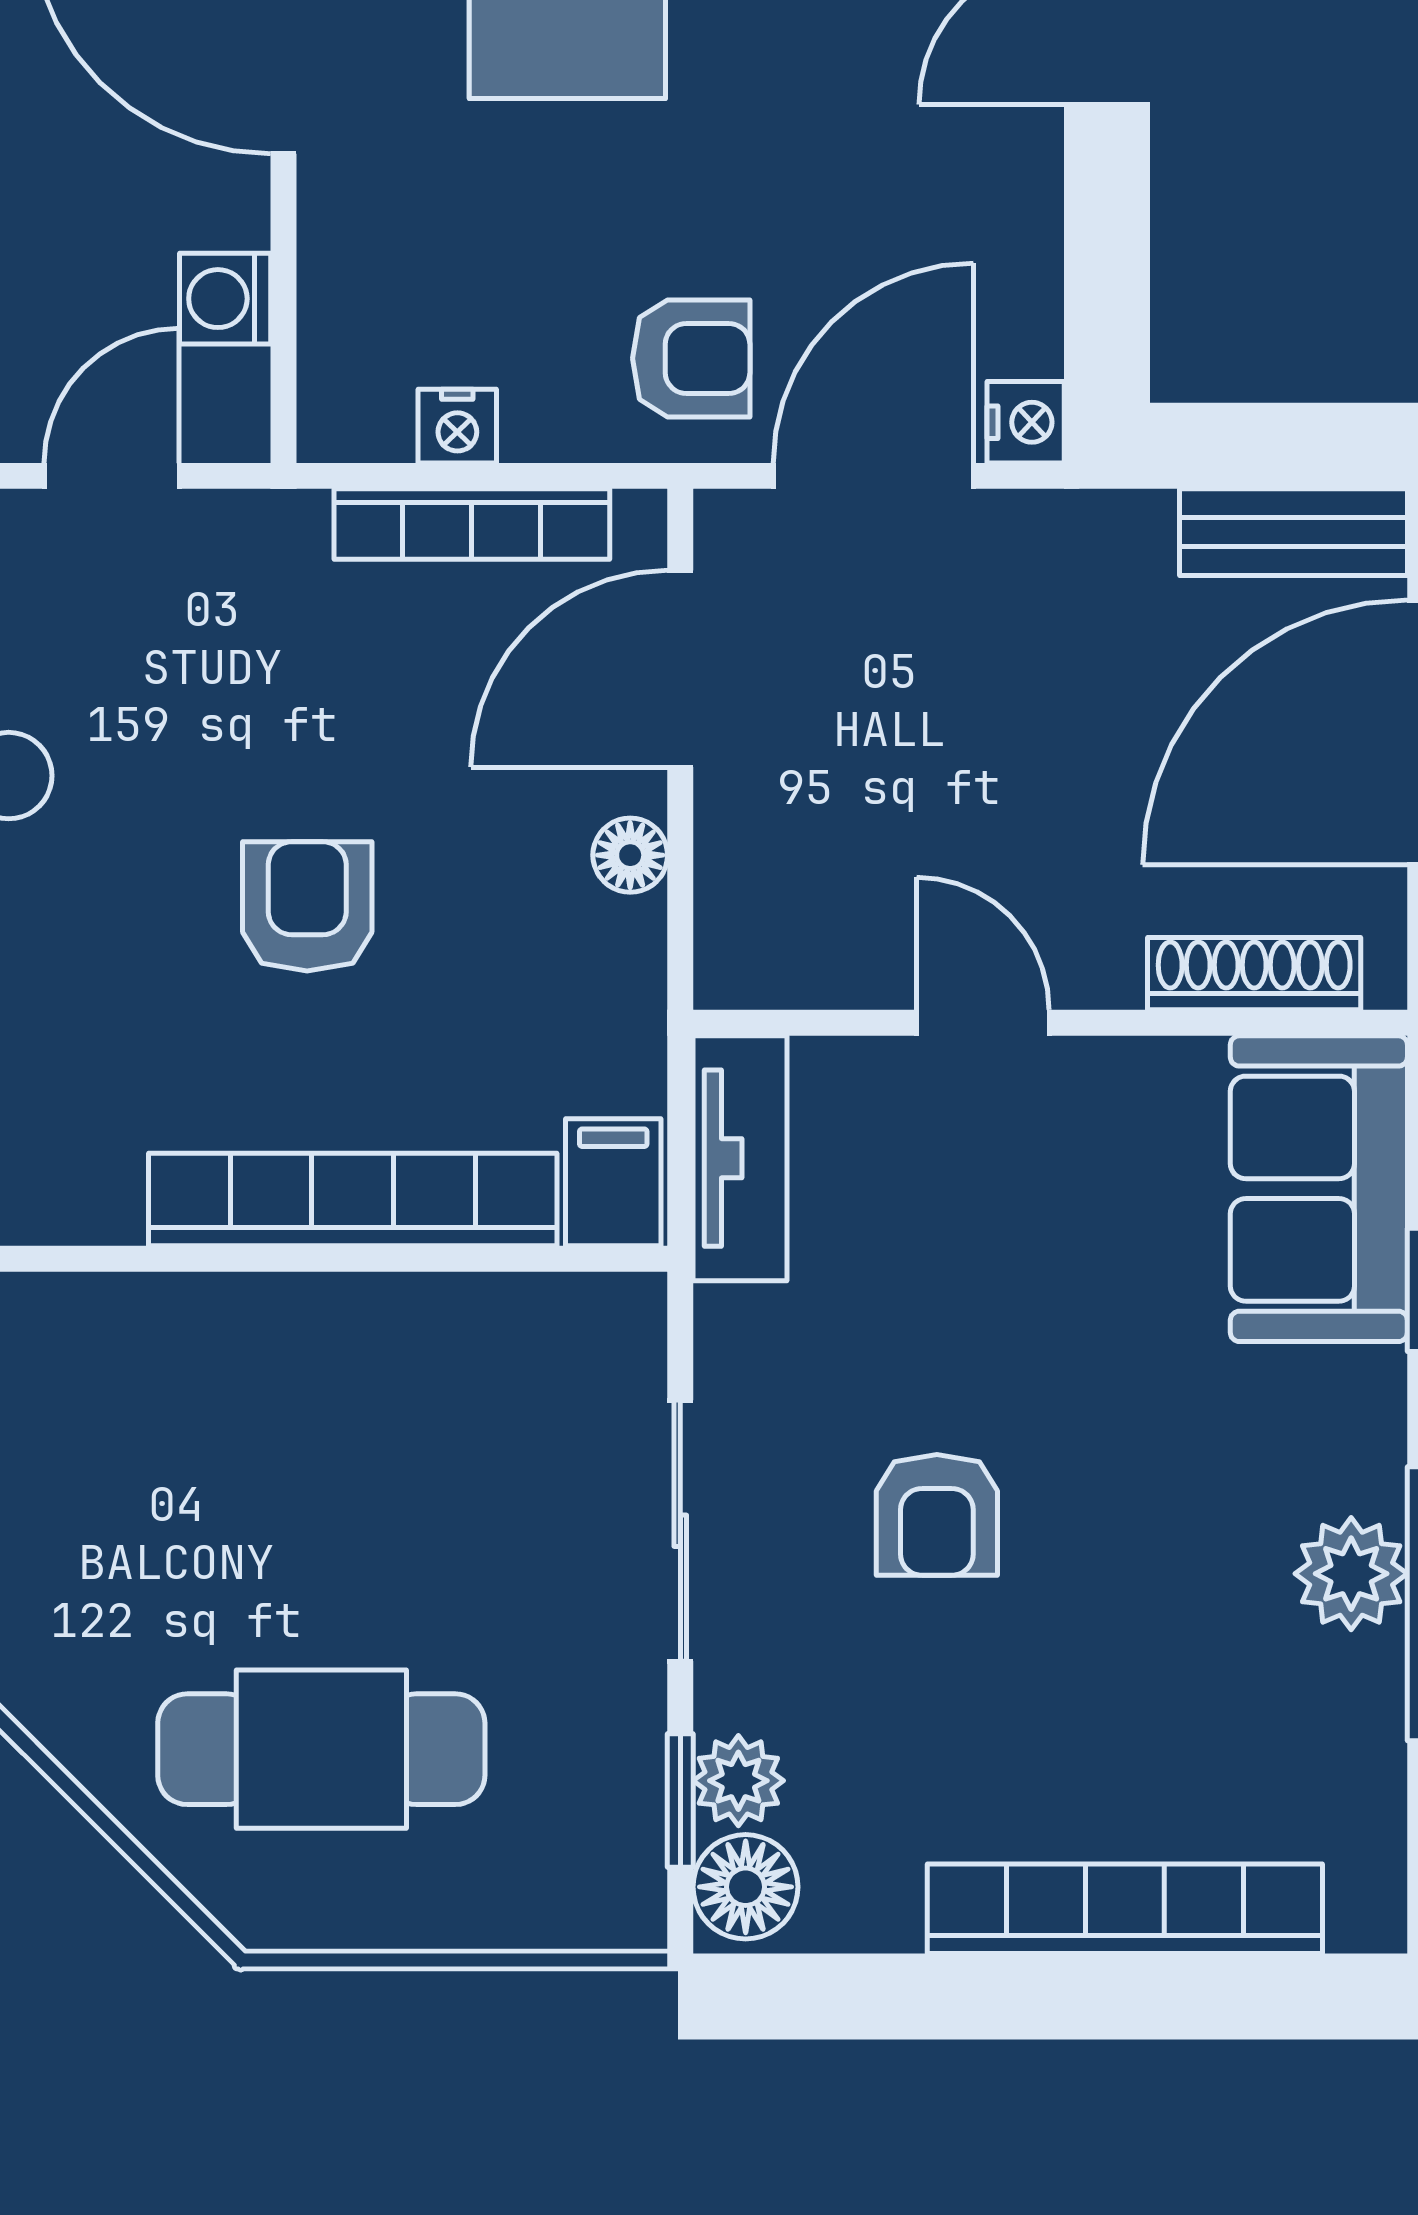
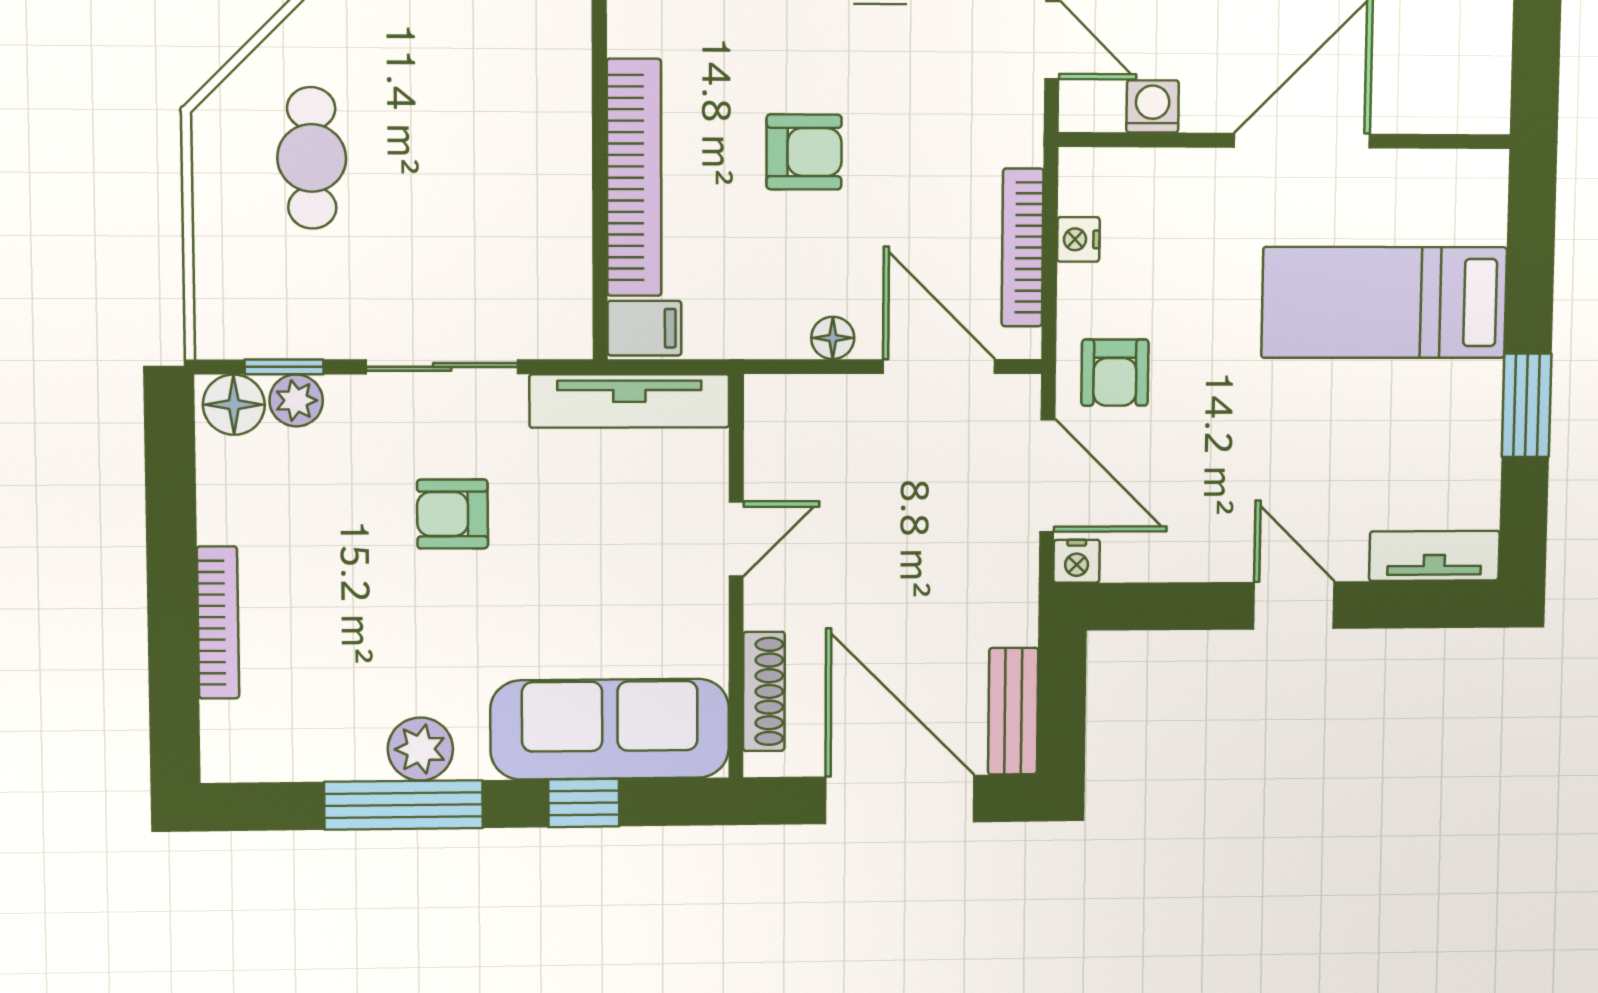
tv unit: (740, 1158) -> (629, 401), width x1.41
sofa: (1319, 1189) -> (610, 729), width x1.36
cafe table: (321, 1749) -> (312, 158), width x0.73, depth x0.74
bookcase: (1125, 1909) -> (218, 623), width x0.68, depth x0.76

